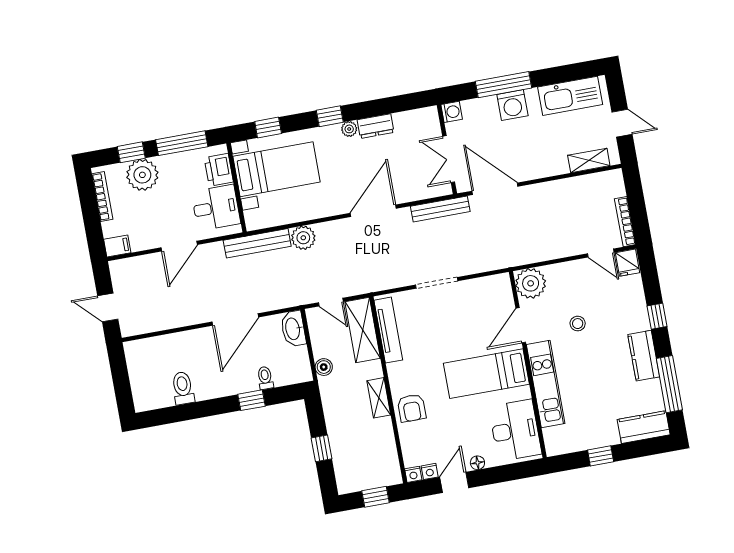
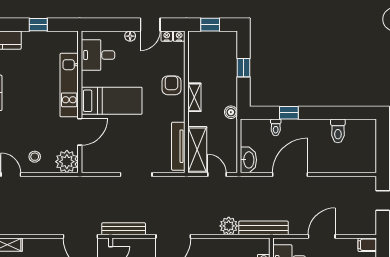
stool: (578, 324) -> (35, 157), moved
boiler: (324, 367) -> (231, 112), moved
desk: (515, 430) -> (98, 55), width x0.73

